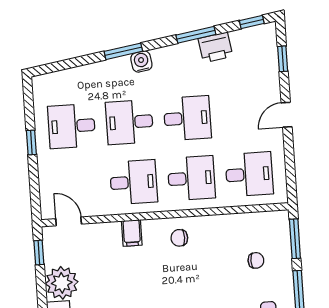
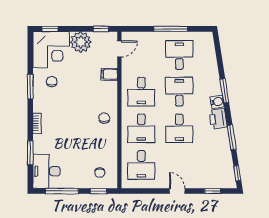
printer: (215, 47) -> (218, 119), moved
window: (31, 142) -> (171, 29), width x2.17
filing cabinet: (132, 233) -> (109, 74), moved
window: (295, 239) -> (99, 191), width x0.67
chair: (256, 260) -> (100, 173), moved

